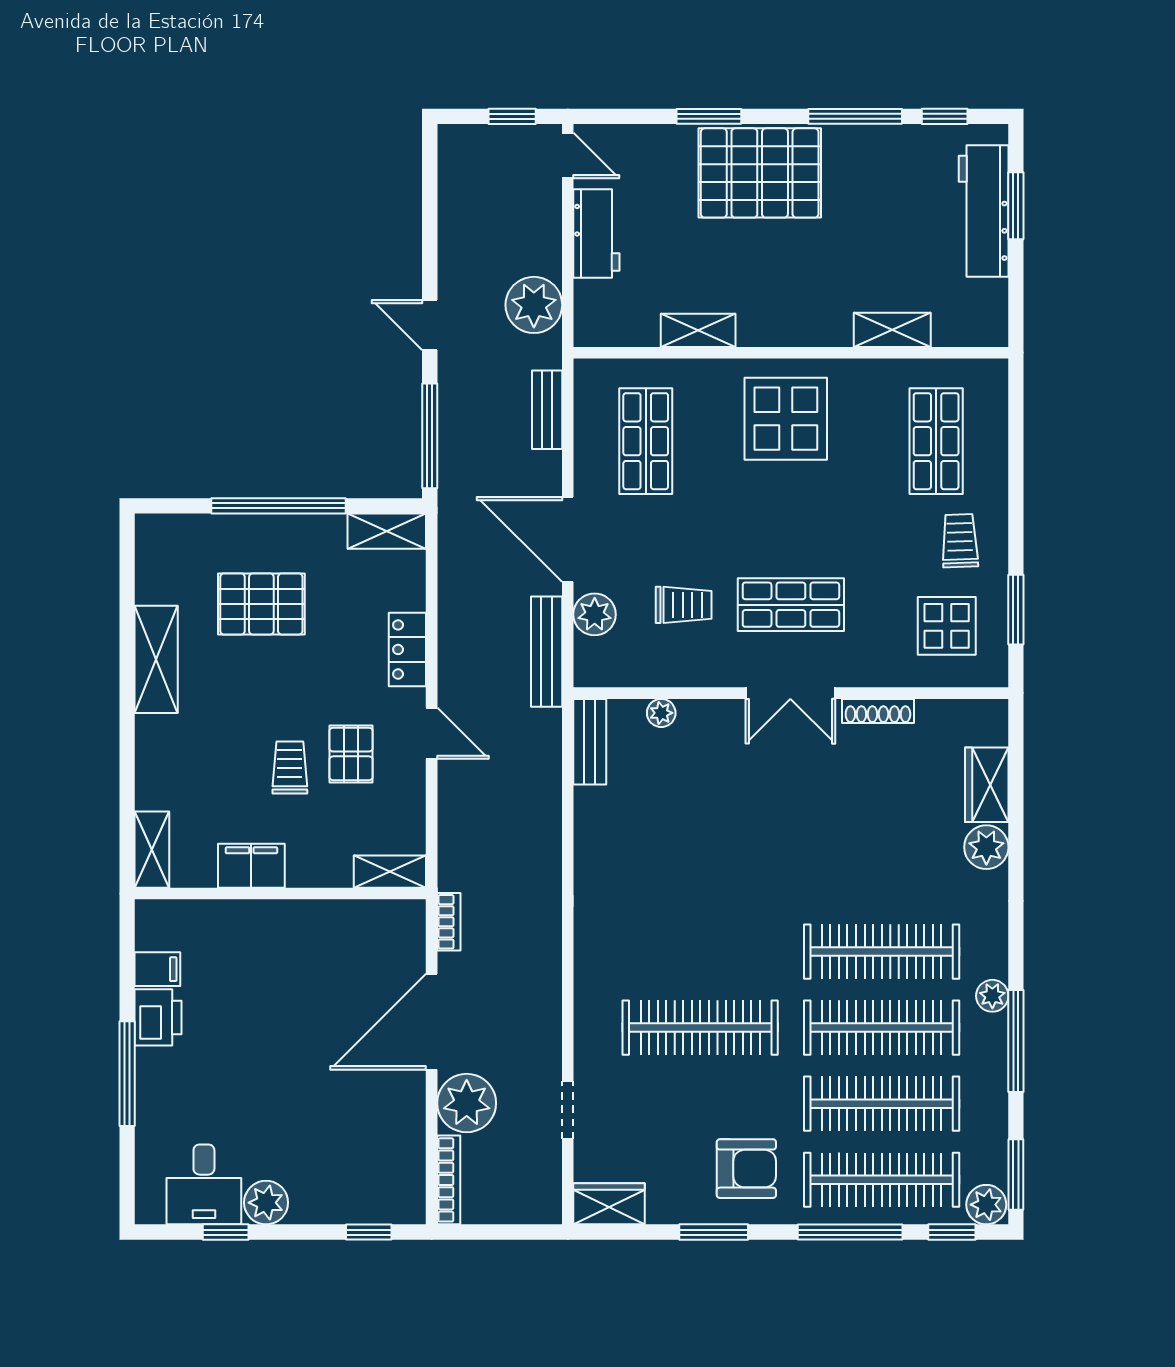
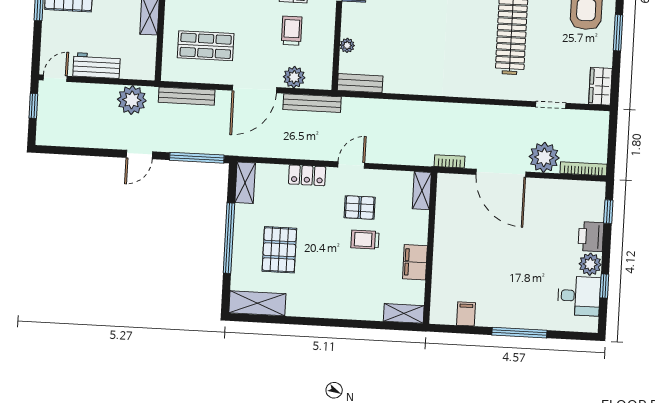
bench: (547, 410) -> (187, 96), width x1.36
shelving: (156, 659) -> (257, 303), moved
printer: (158, 1017) -> (591, 237), moved, turned -90

